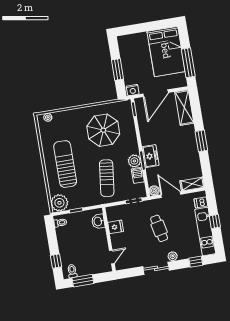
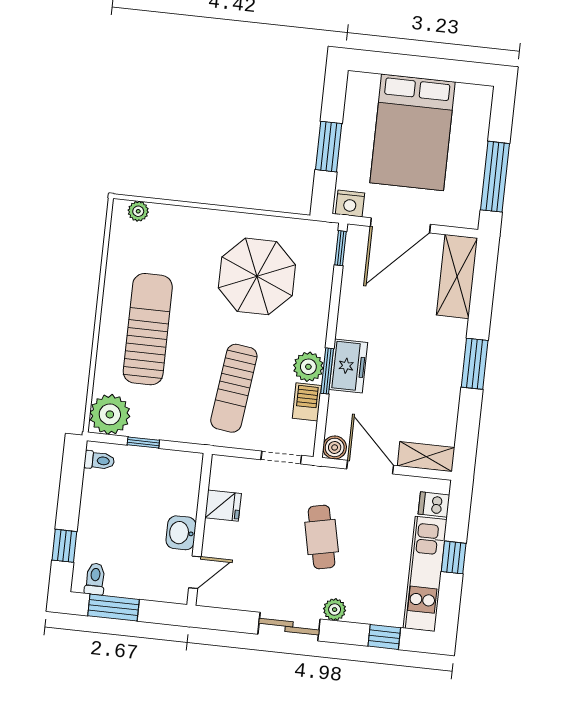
bed: (166, 51) -> (413, 132), moved
washbasin: (98, 221) -> (181, 533), moved

